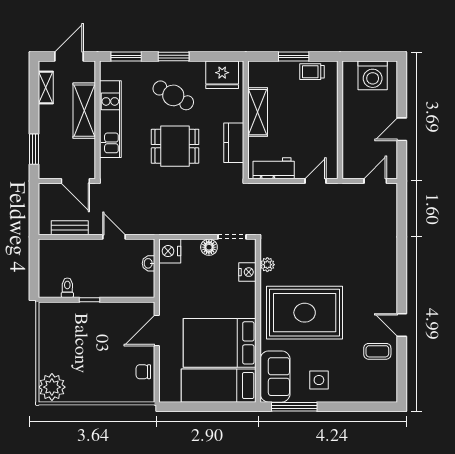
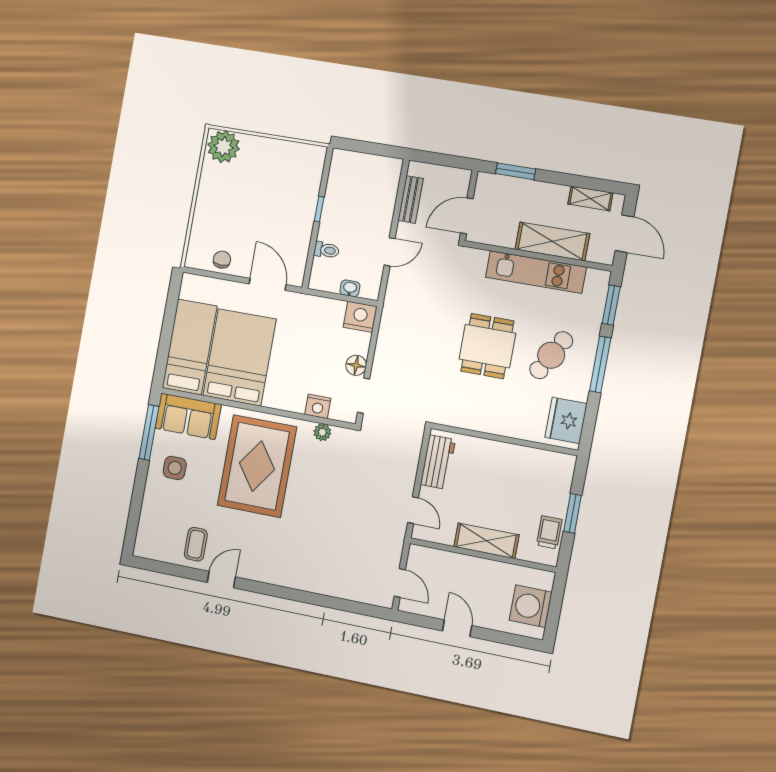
window: (174, 57) -> (600, 364), width x1.44
shelving: (258, 112) -> (486, 541), moved
kitchen counter: (234, 143) -> (478, 419), removed
toilet: (67, 288) -> (327, 250), moved

